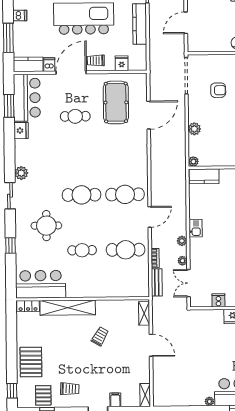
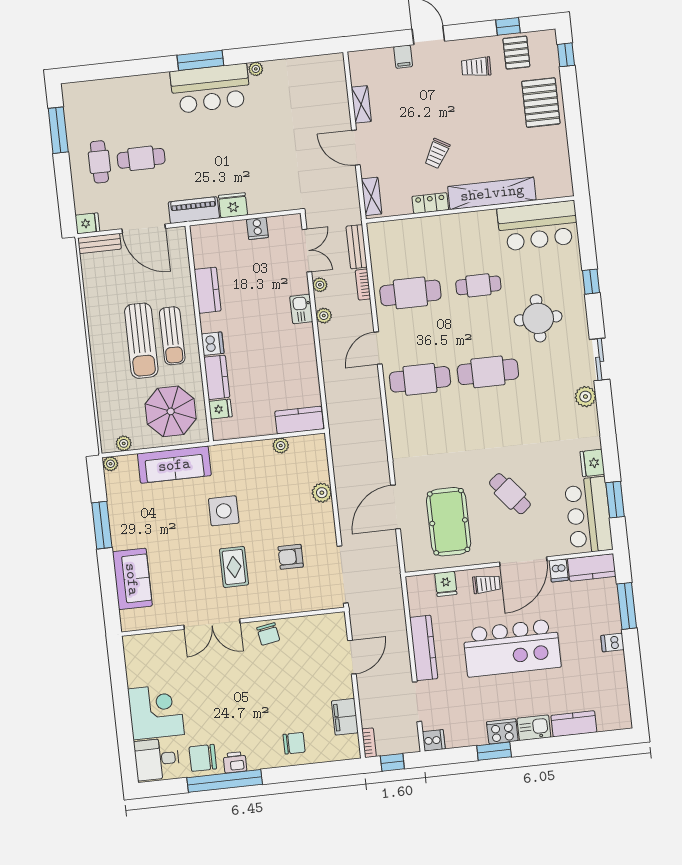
cafe table: (75, 116) -> (510, 494), turned 51
plant: (193, 162) -> (281, 446), moved
kitchen sink: (196, 228) -> (301, 309), moved
locker: (28, 306) -> (430, 203), moved
shelving: (145, 395) -> (361, 104), moved

